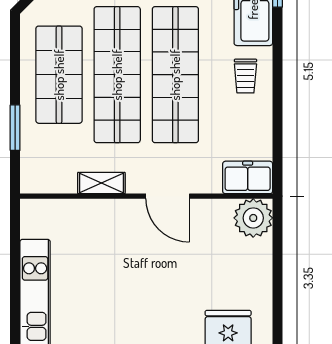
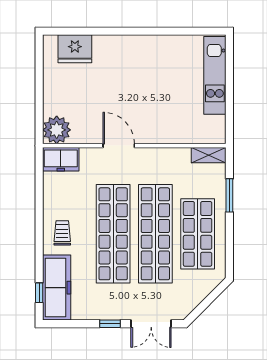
shelving: (101, 183) -> (209, 155), moved

